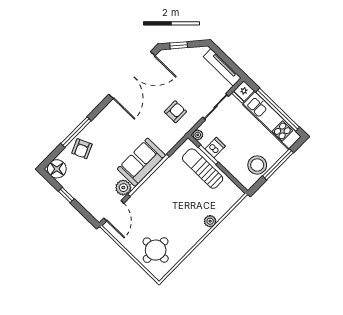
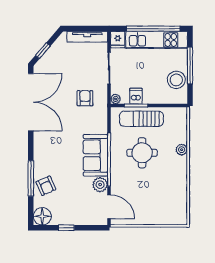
round table: (156, 250) -> (142, 153), moved

